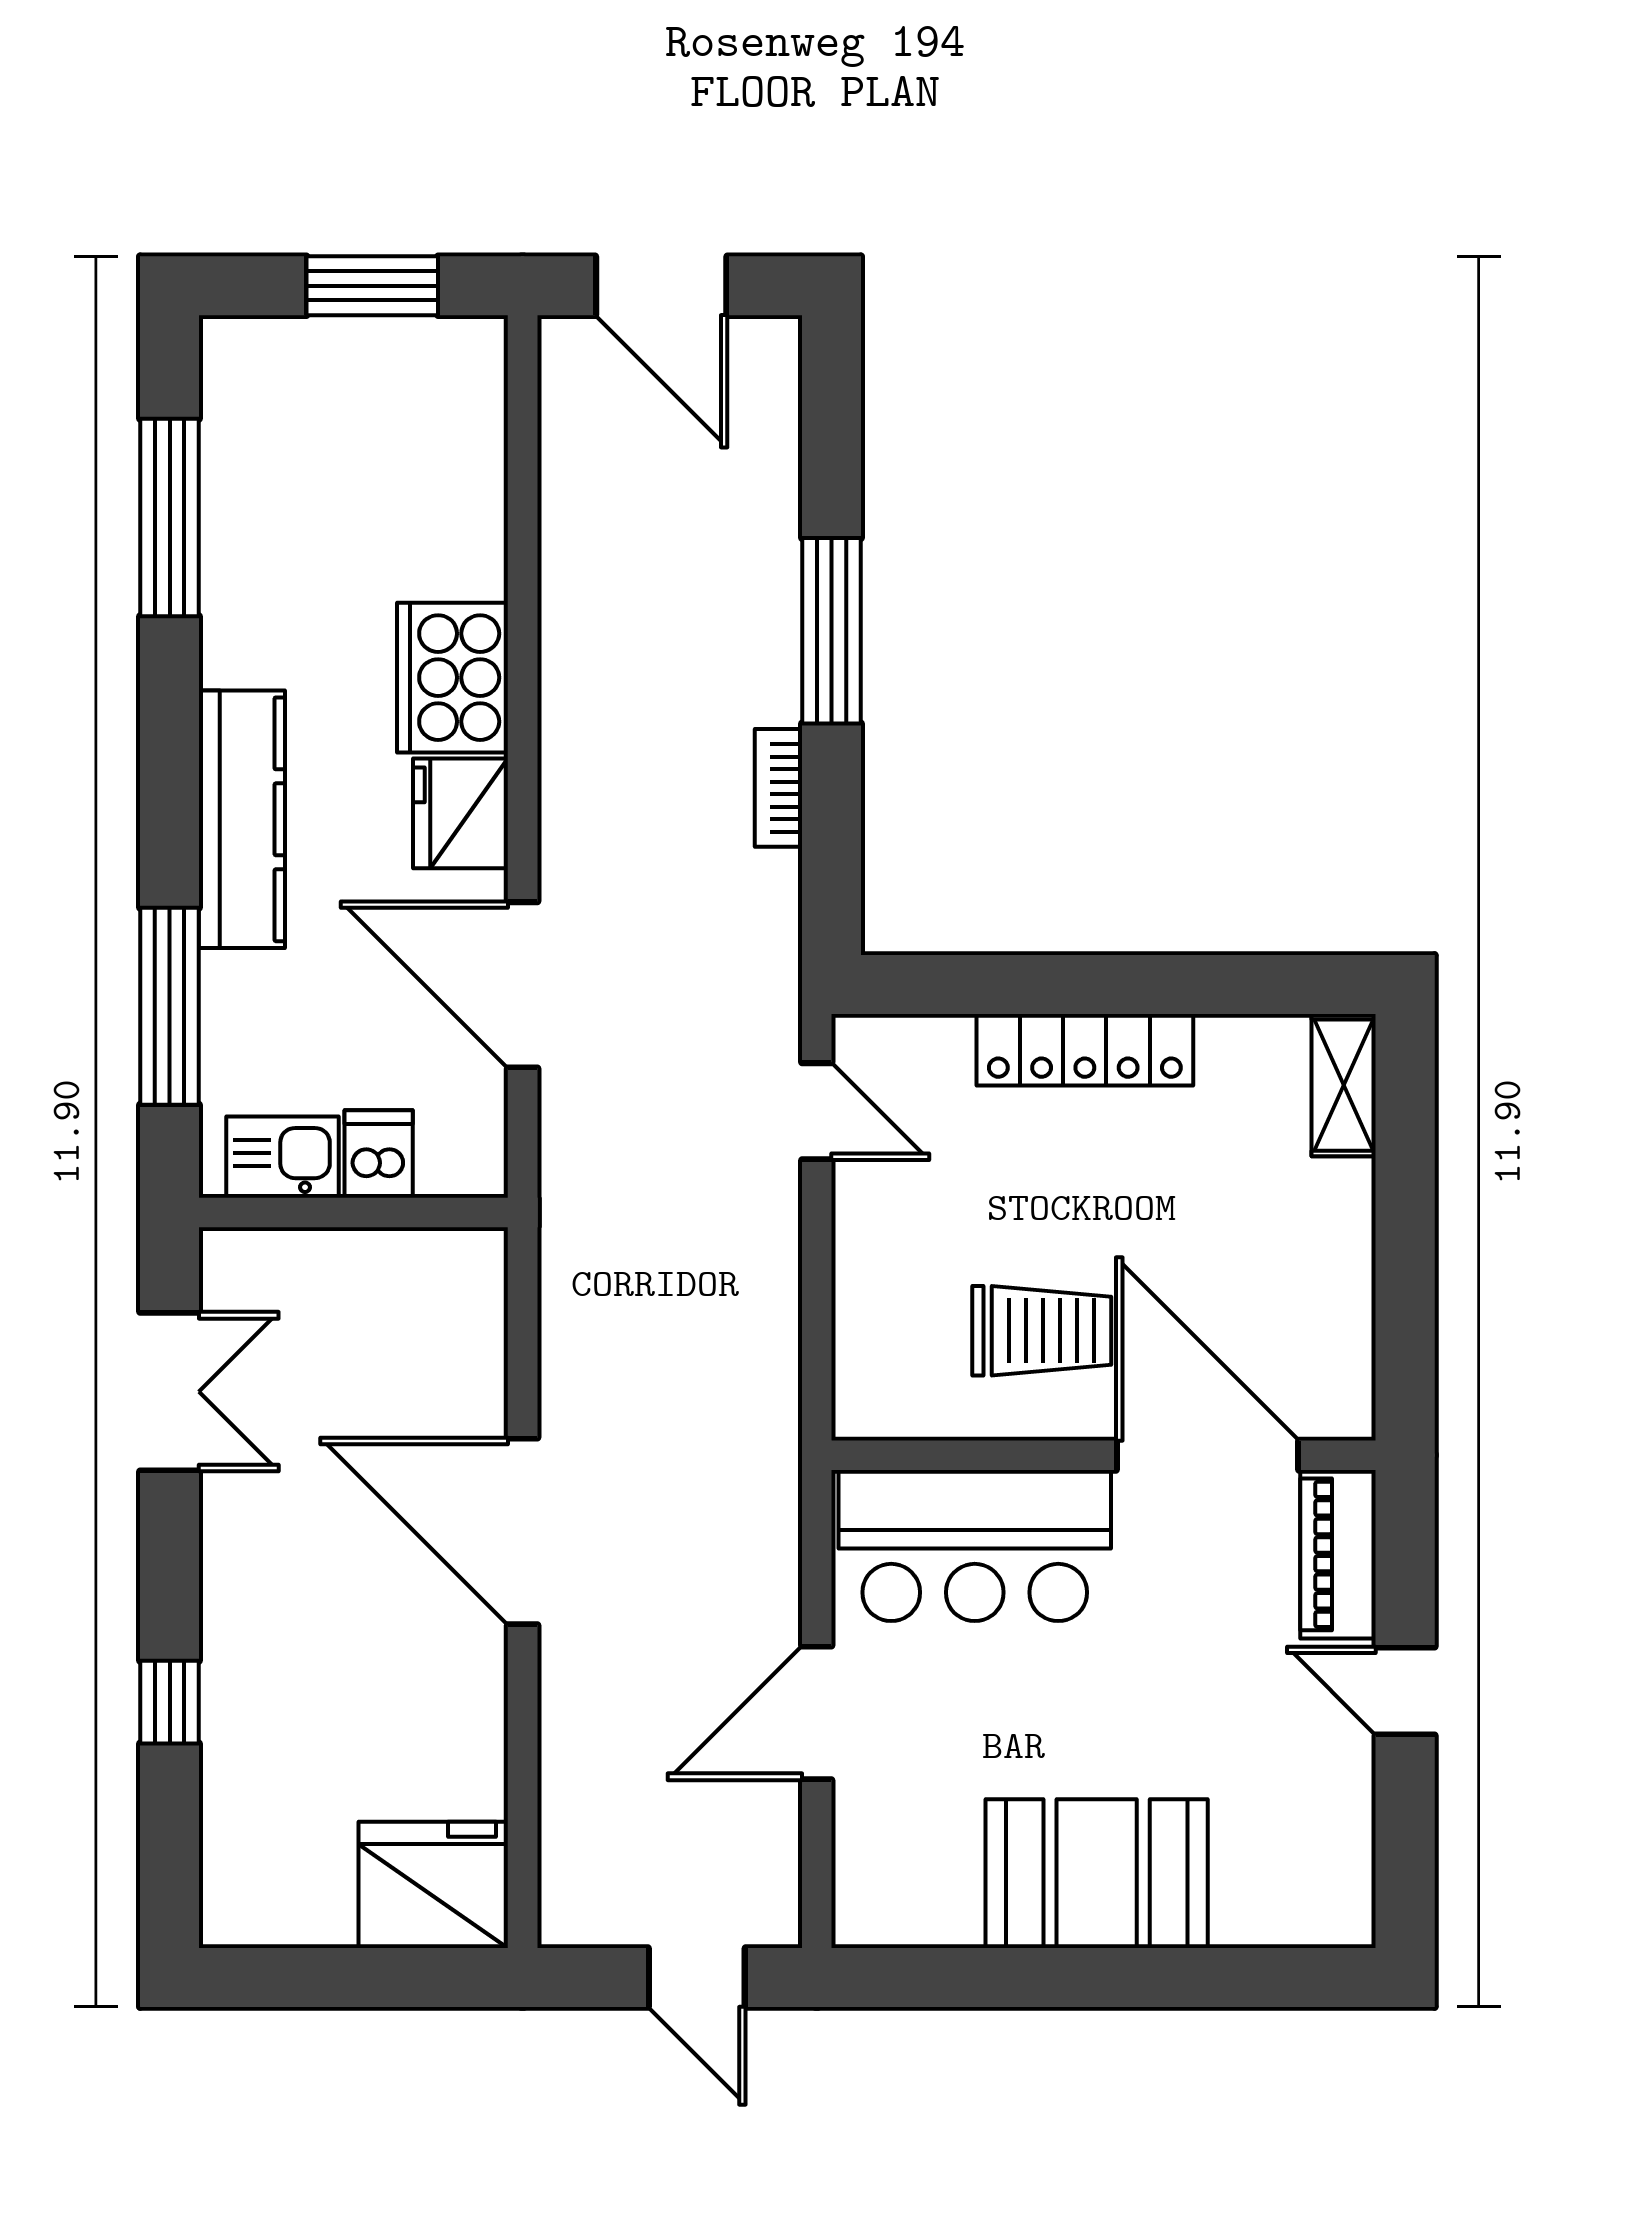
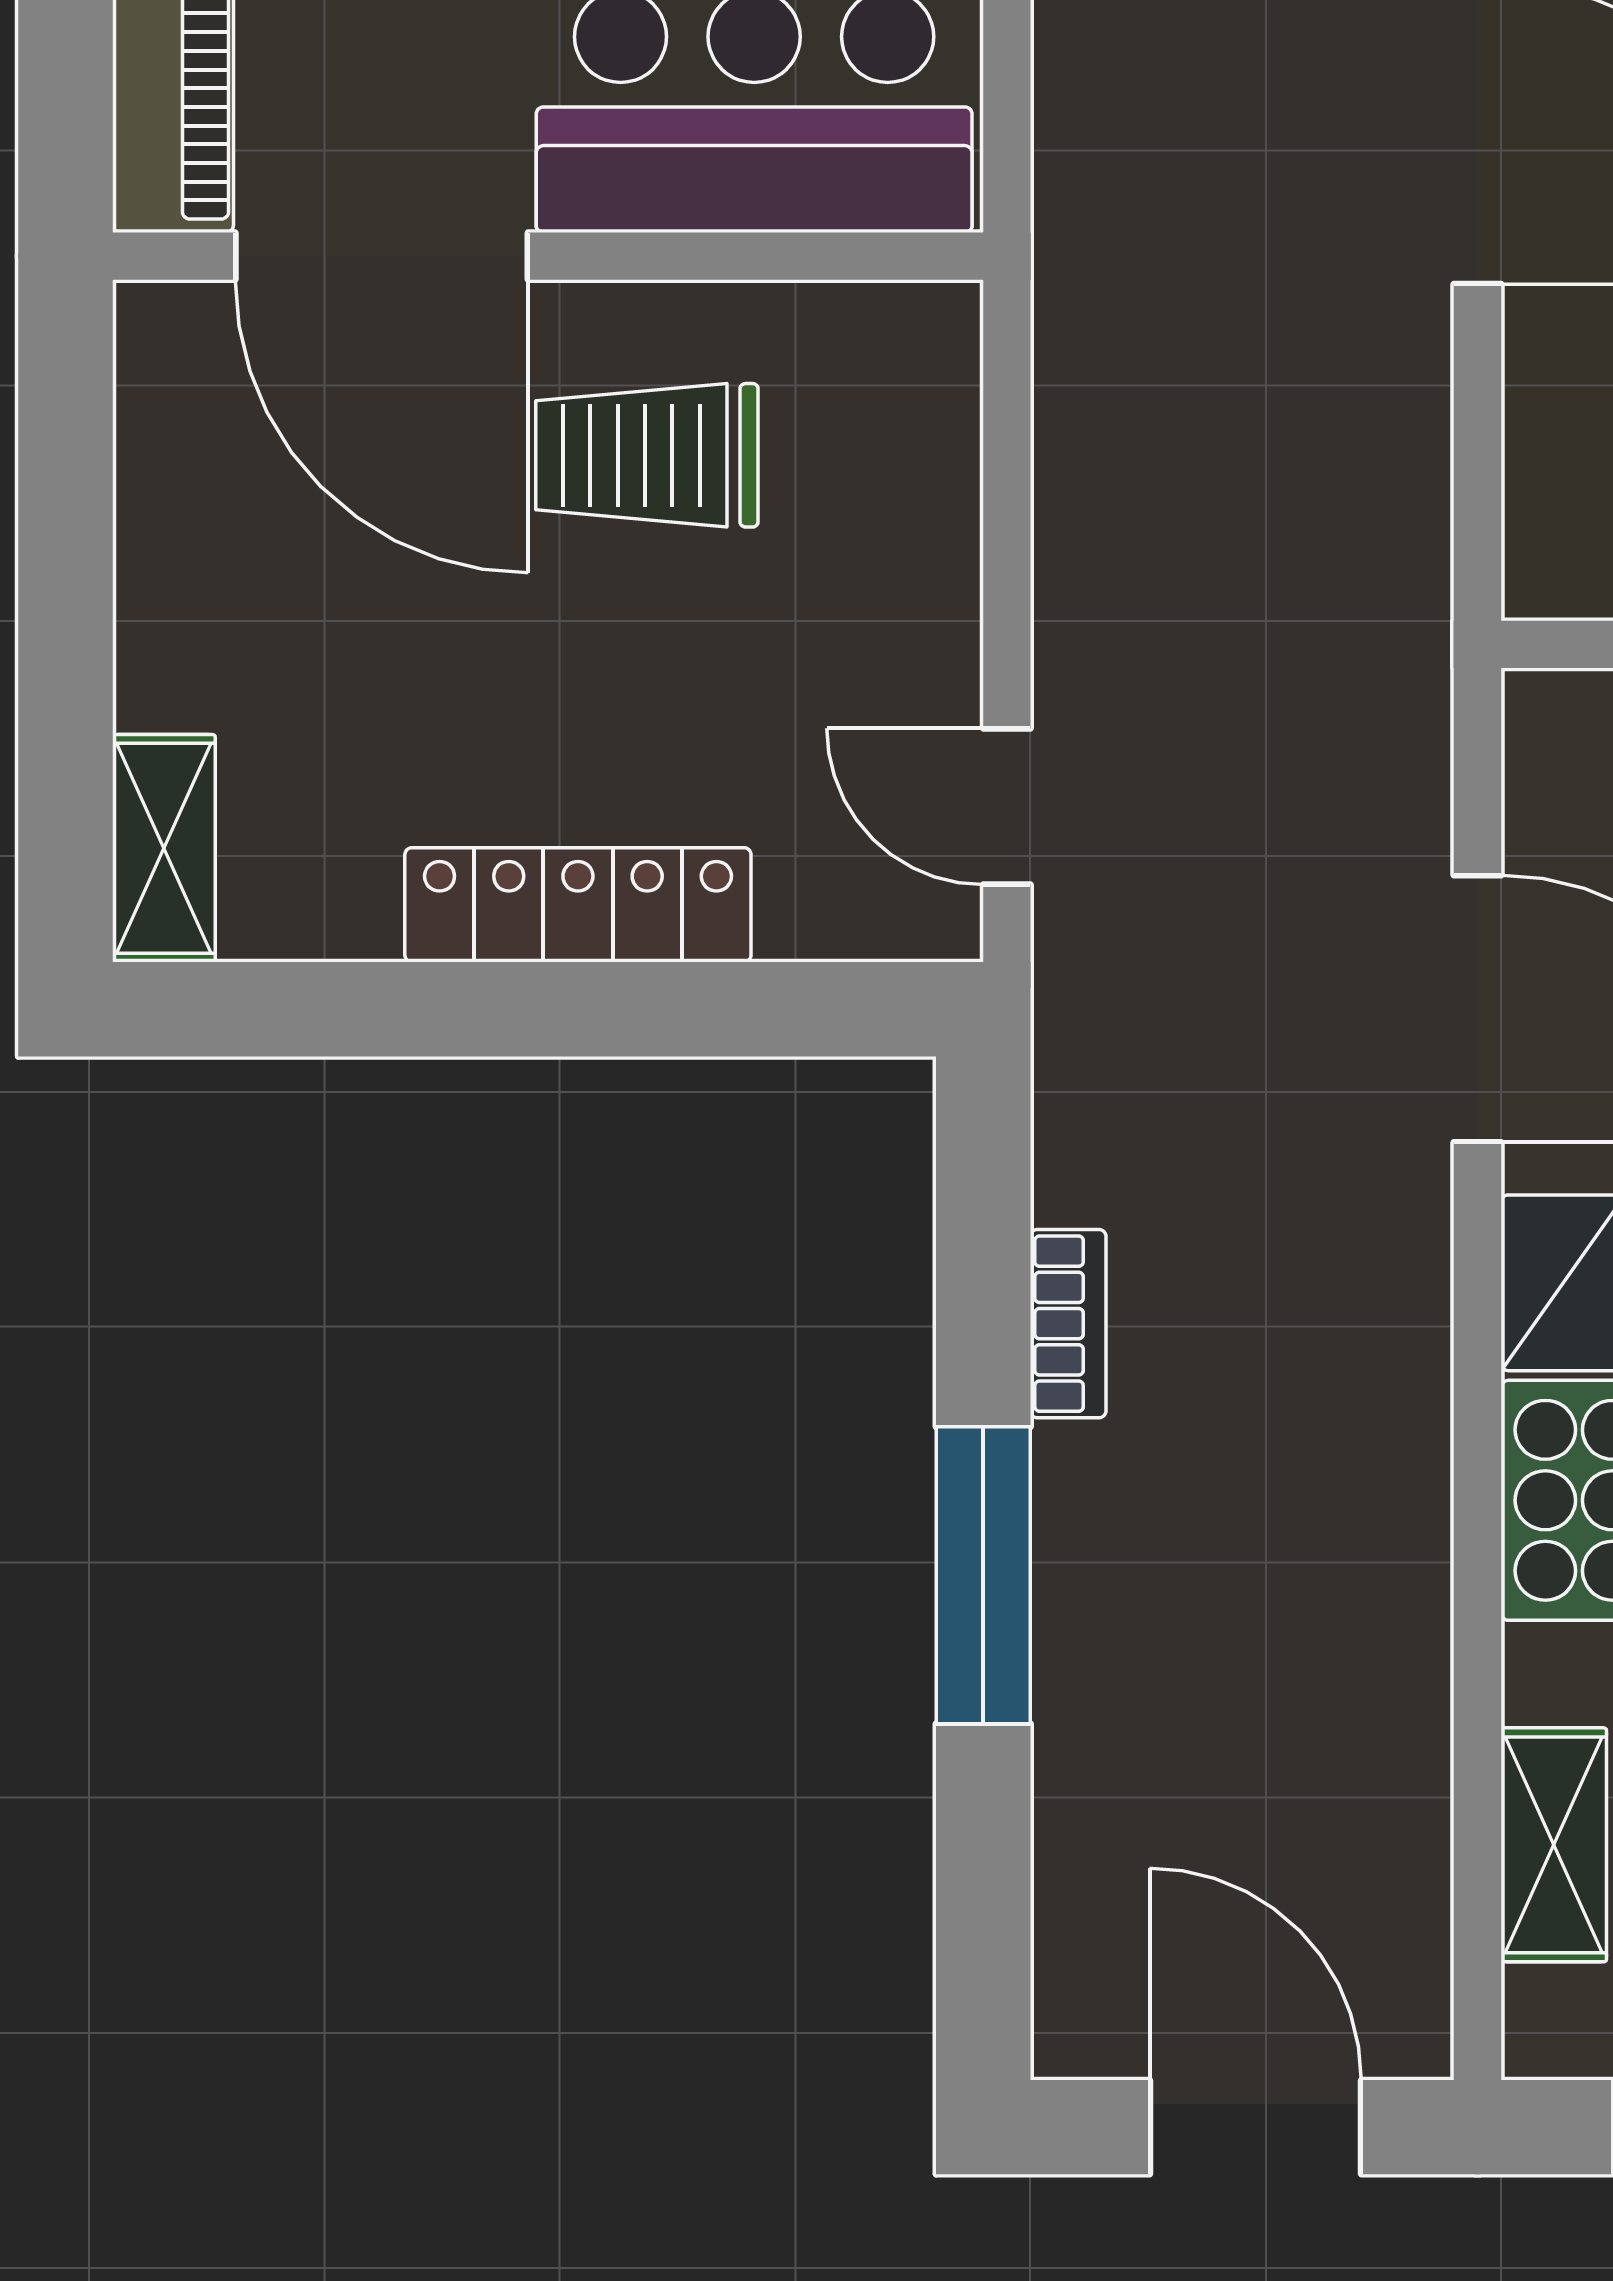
shelving: (475, 462) -> (1554, 1845), added

